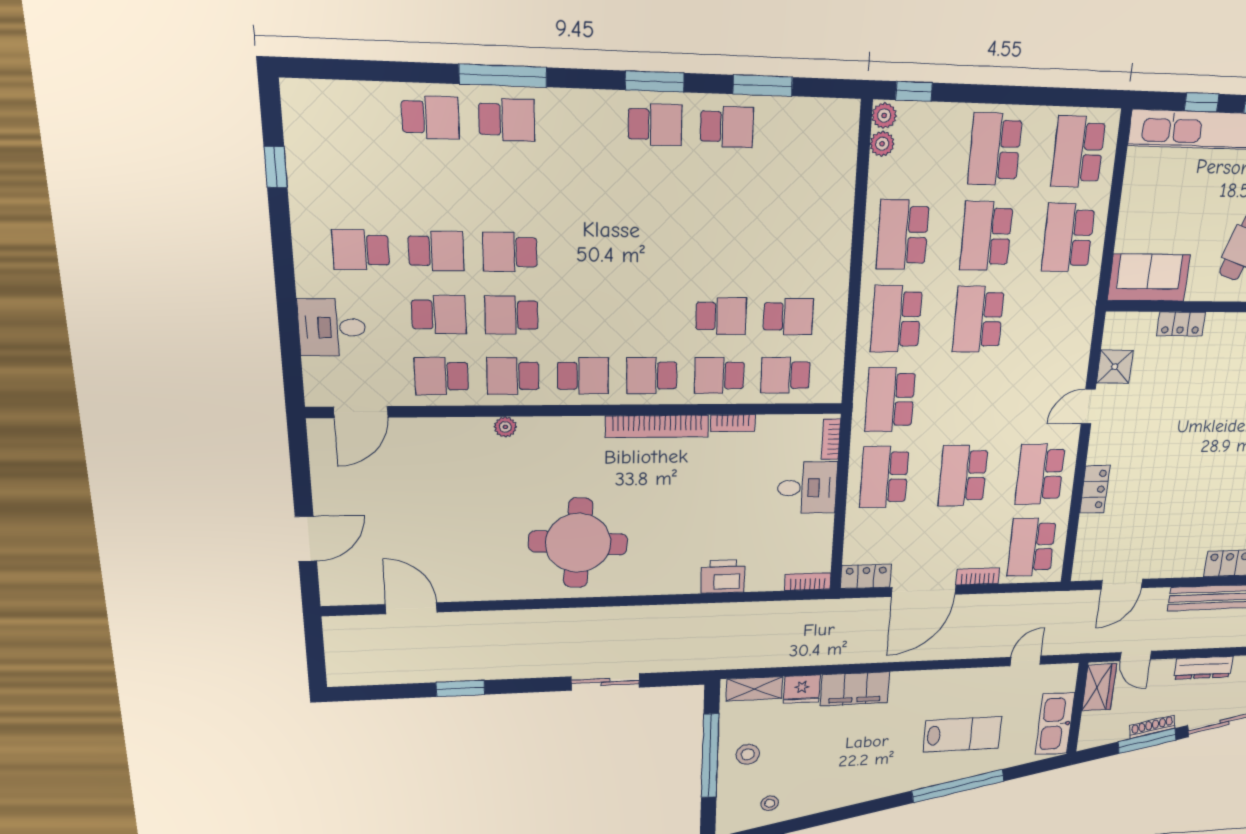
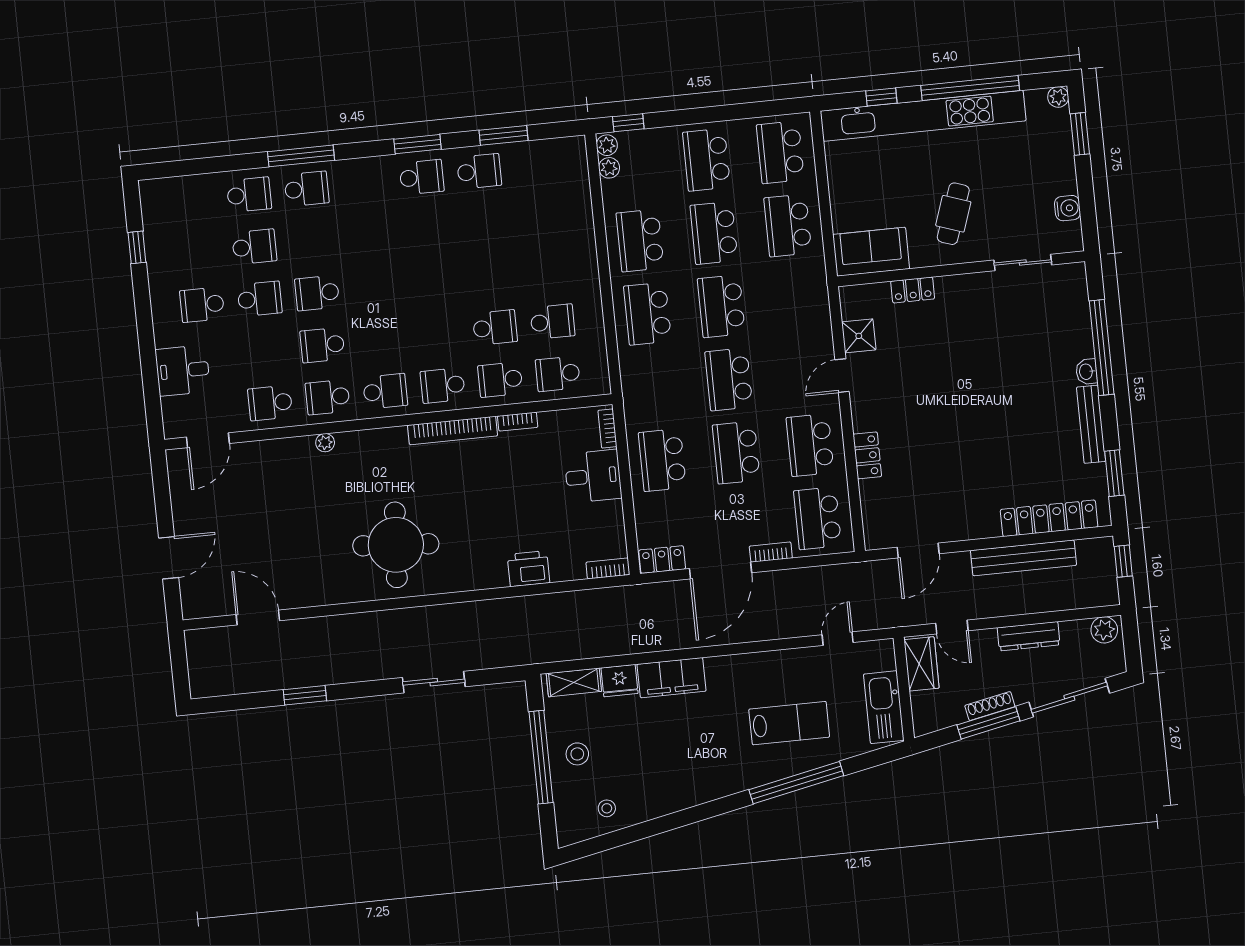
school desk: (439, 315) -> (254, 247), moved
school desk: (890, 400) -> (729, 379), moved

